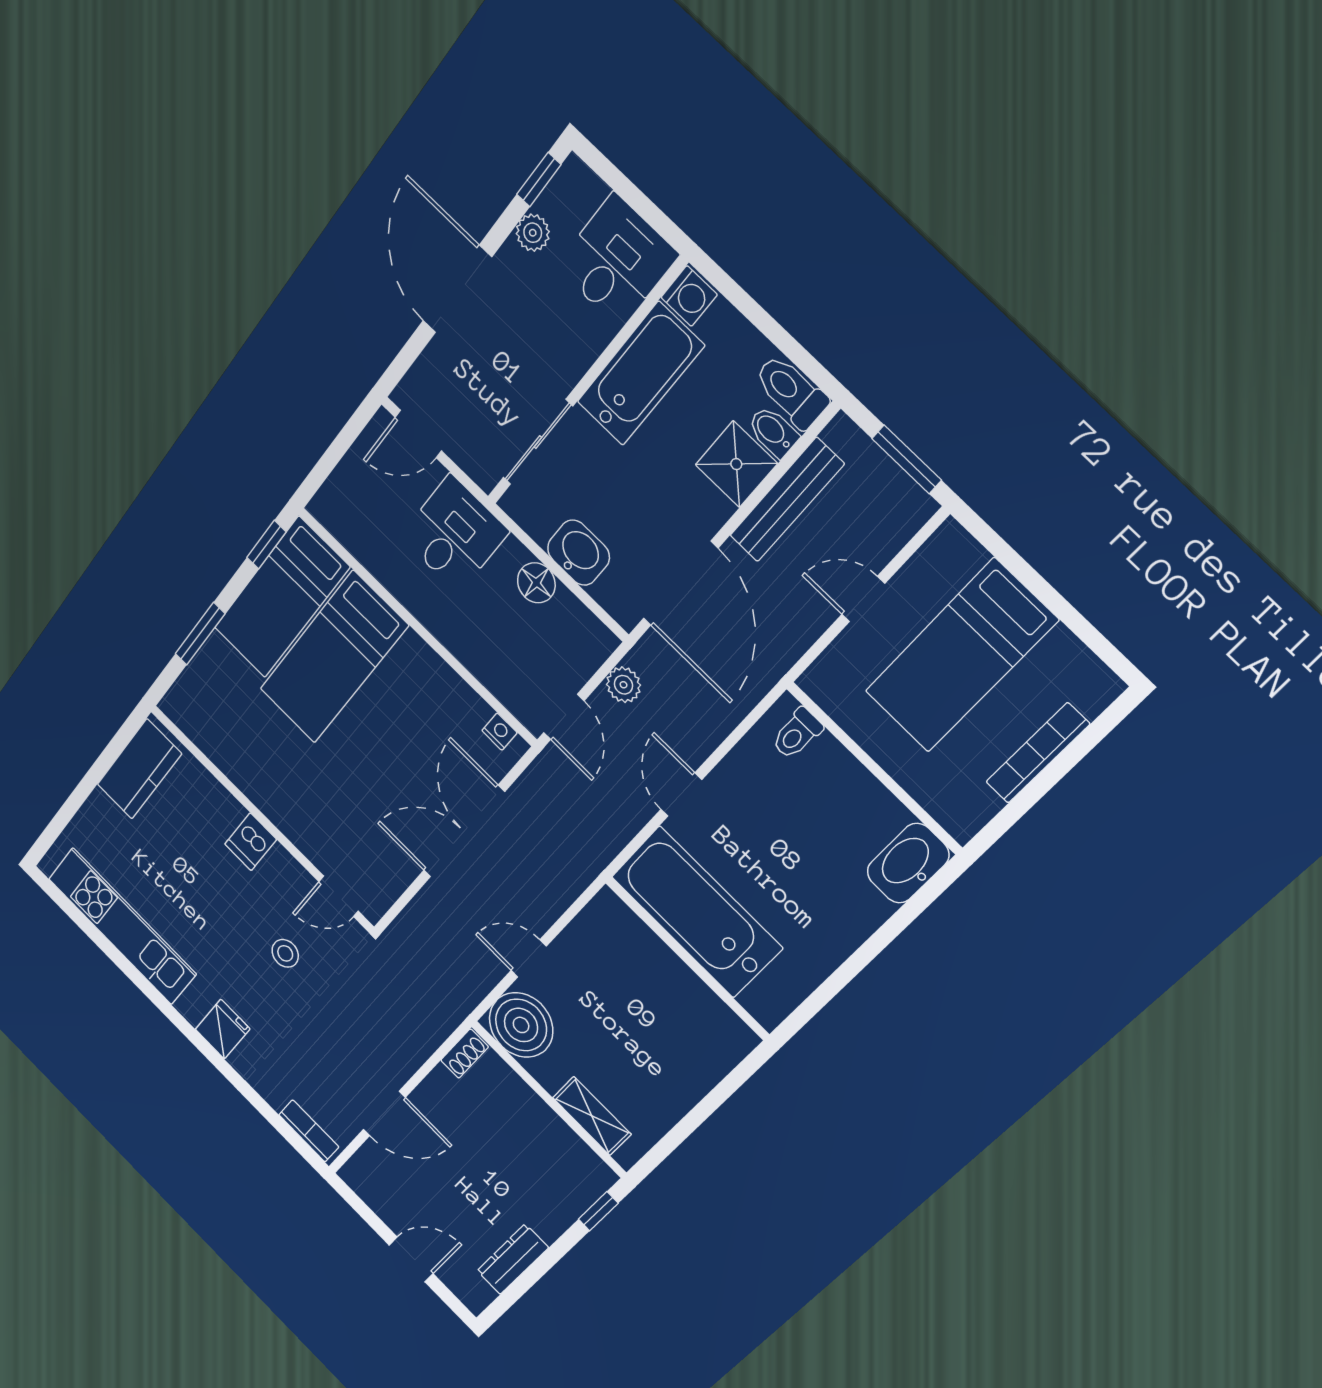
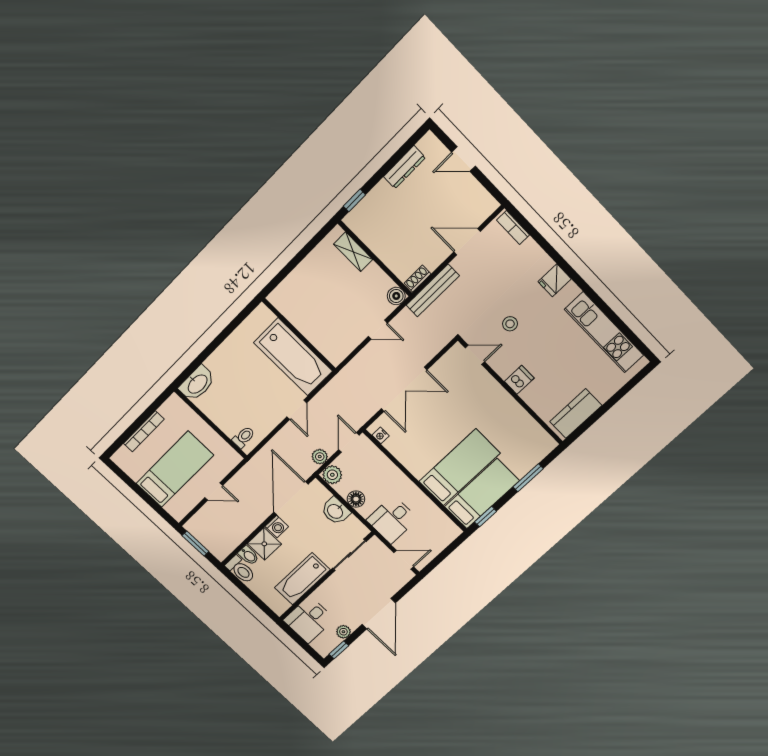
washing machine: (689, 296) -> (277, 527), moved, turned 180
bench: (787, 500) -> (433, 290), moved
plant: (593, 641) -> (332, 475), added
boiler: (521, 1025) -> (396, 296), width x0.54, depth x0.54

